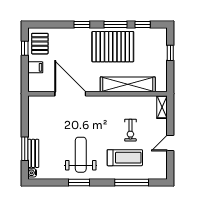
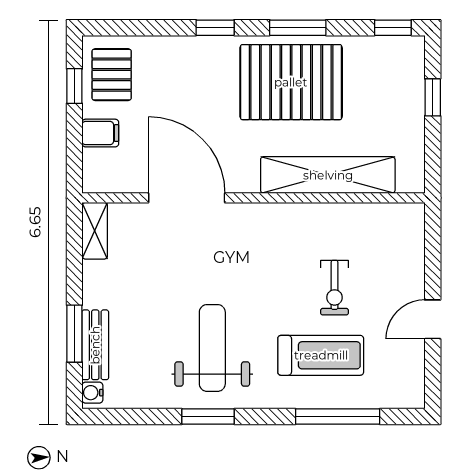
window: (143, 25) -> (393, 28), moved
shelving: (162, 107) -> (95, 231), moved

